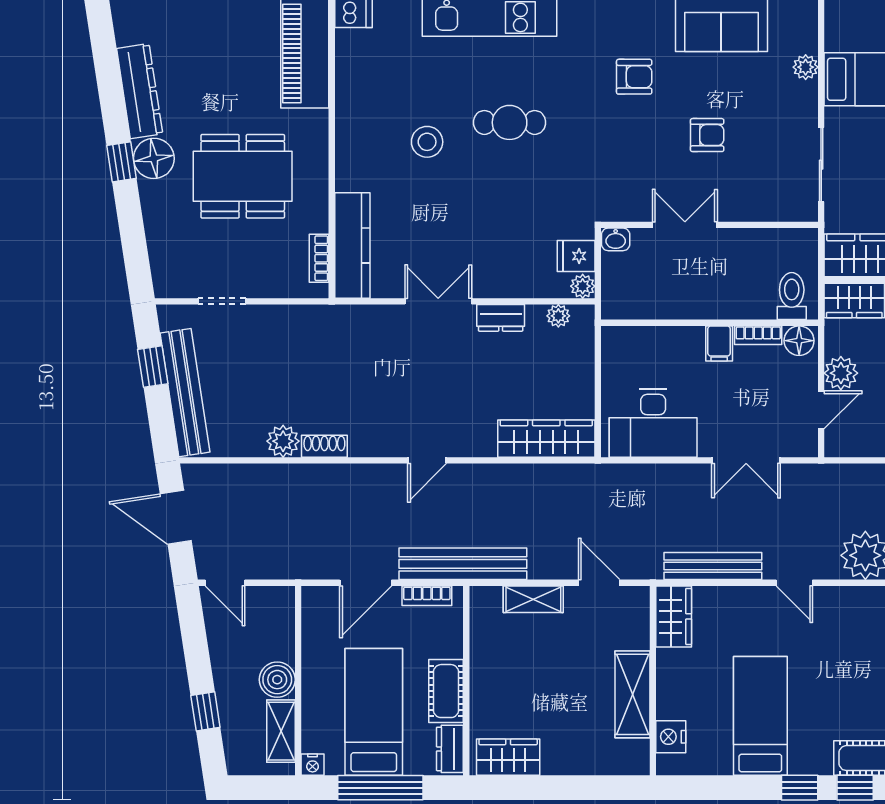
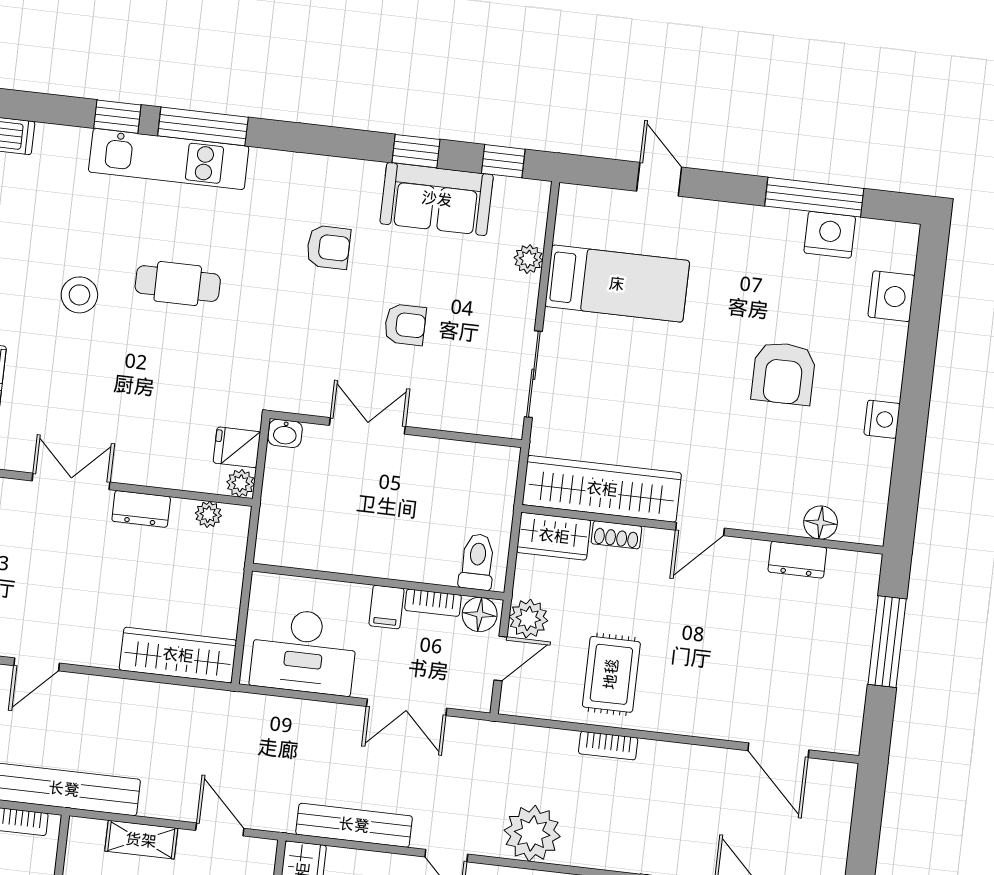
toilet: (792, 296) -> (477, 562), moved
wall: (709, 323) -> (378, 582), moved
bookcase: (758, 335) -> (433, 603), moved
floor lamp: (799, 341) -> (480, 614), moved
filing cabinet: (719, 343) -> (386, 607), moved

